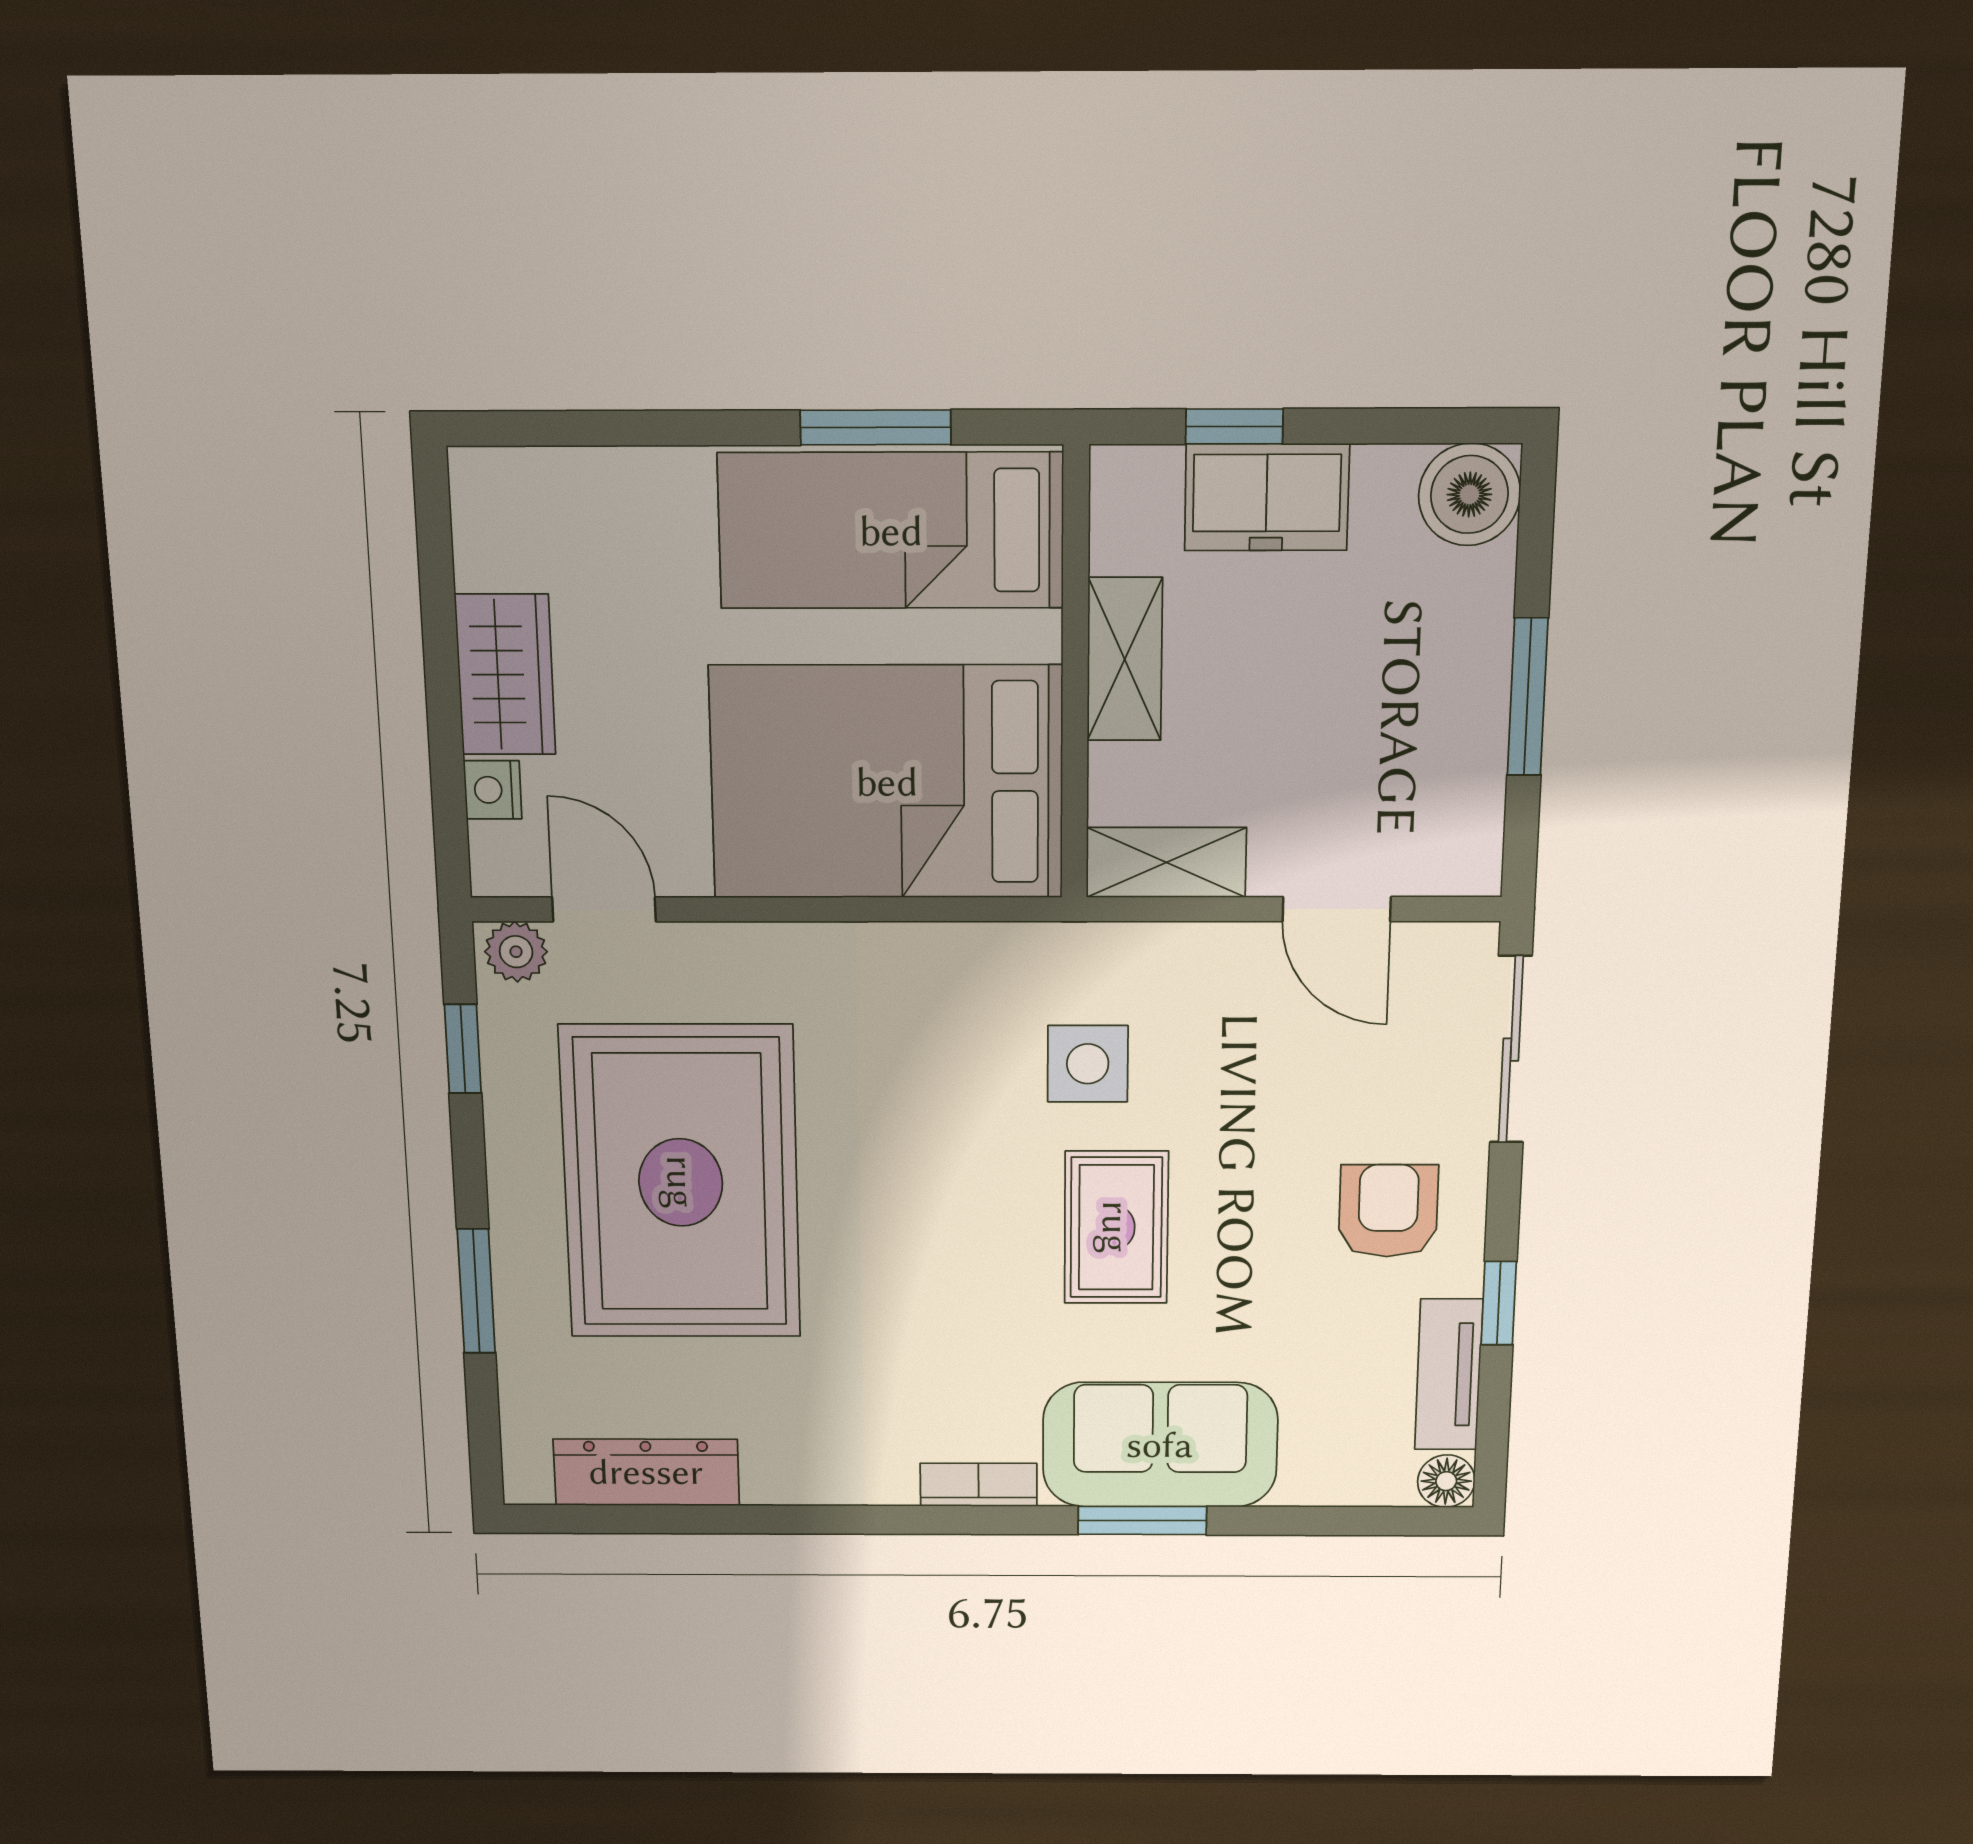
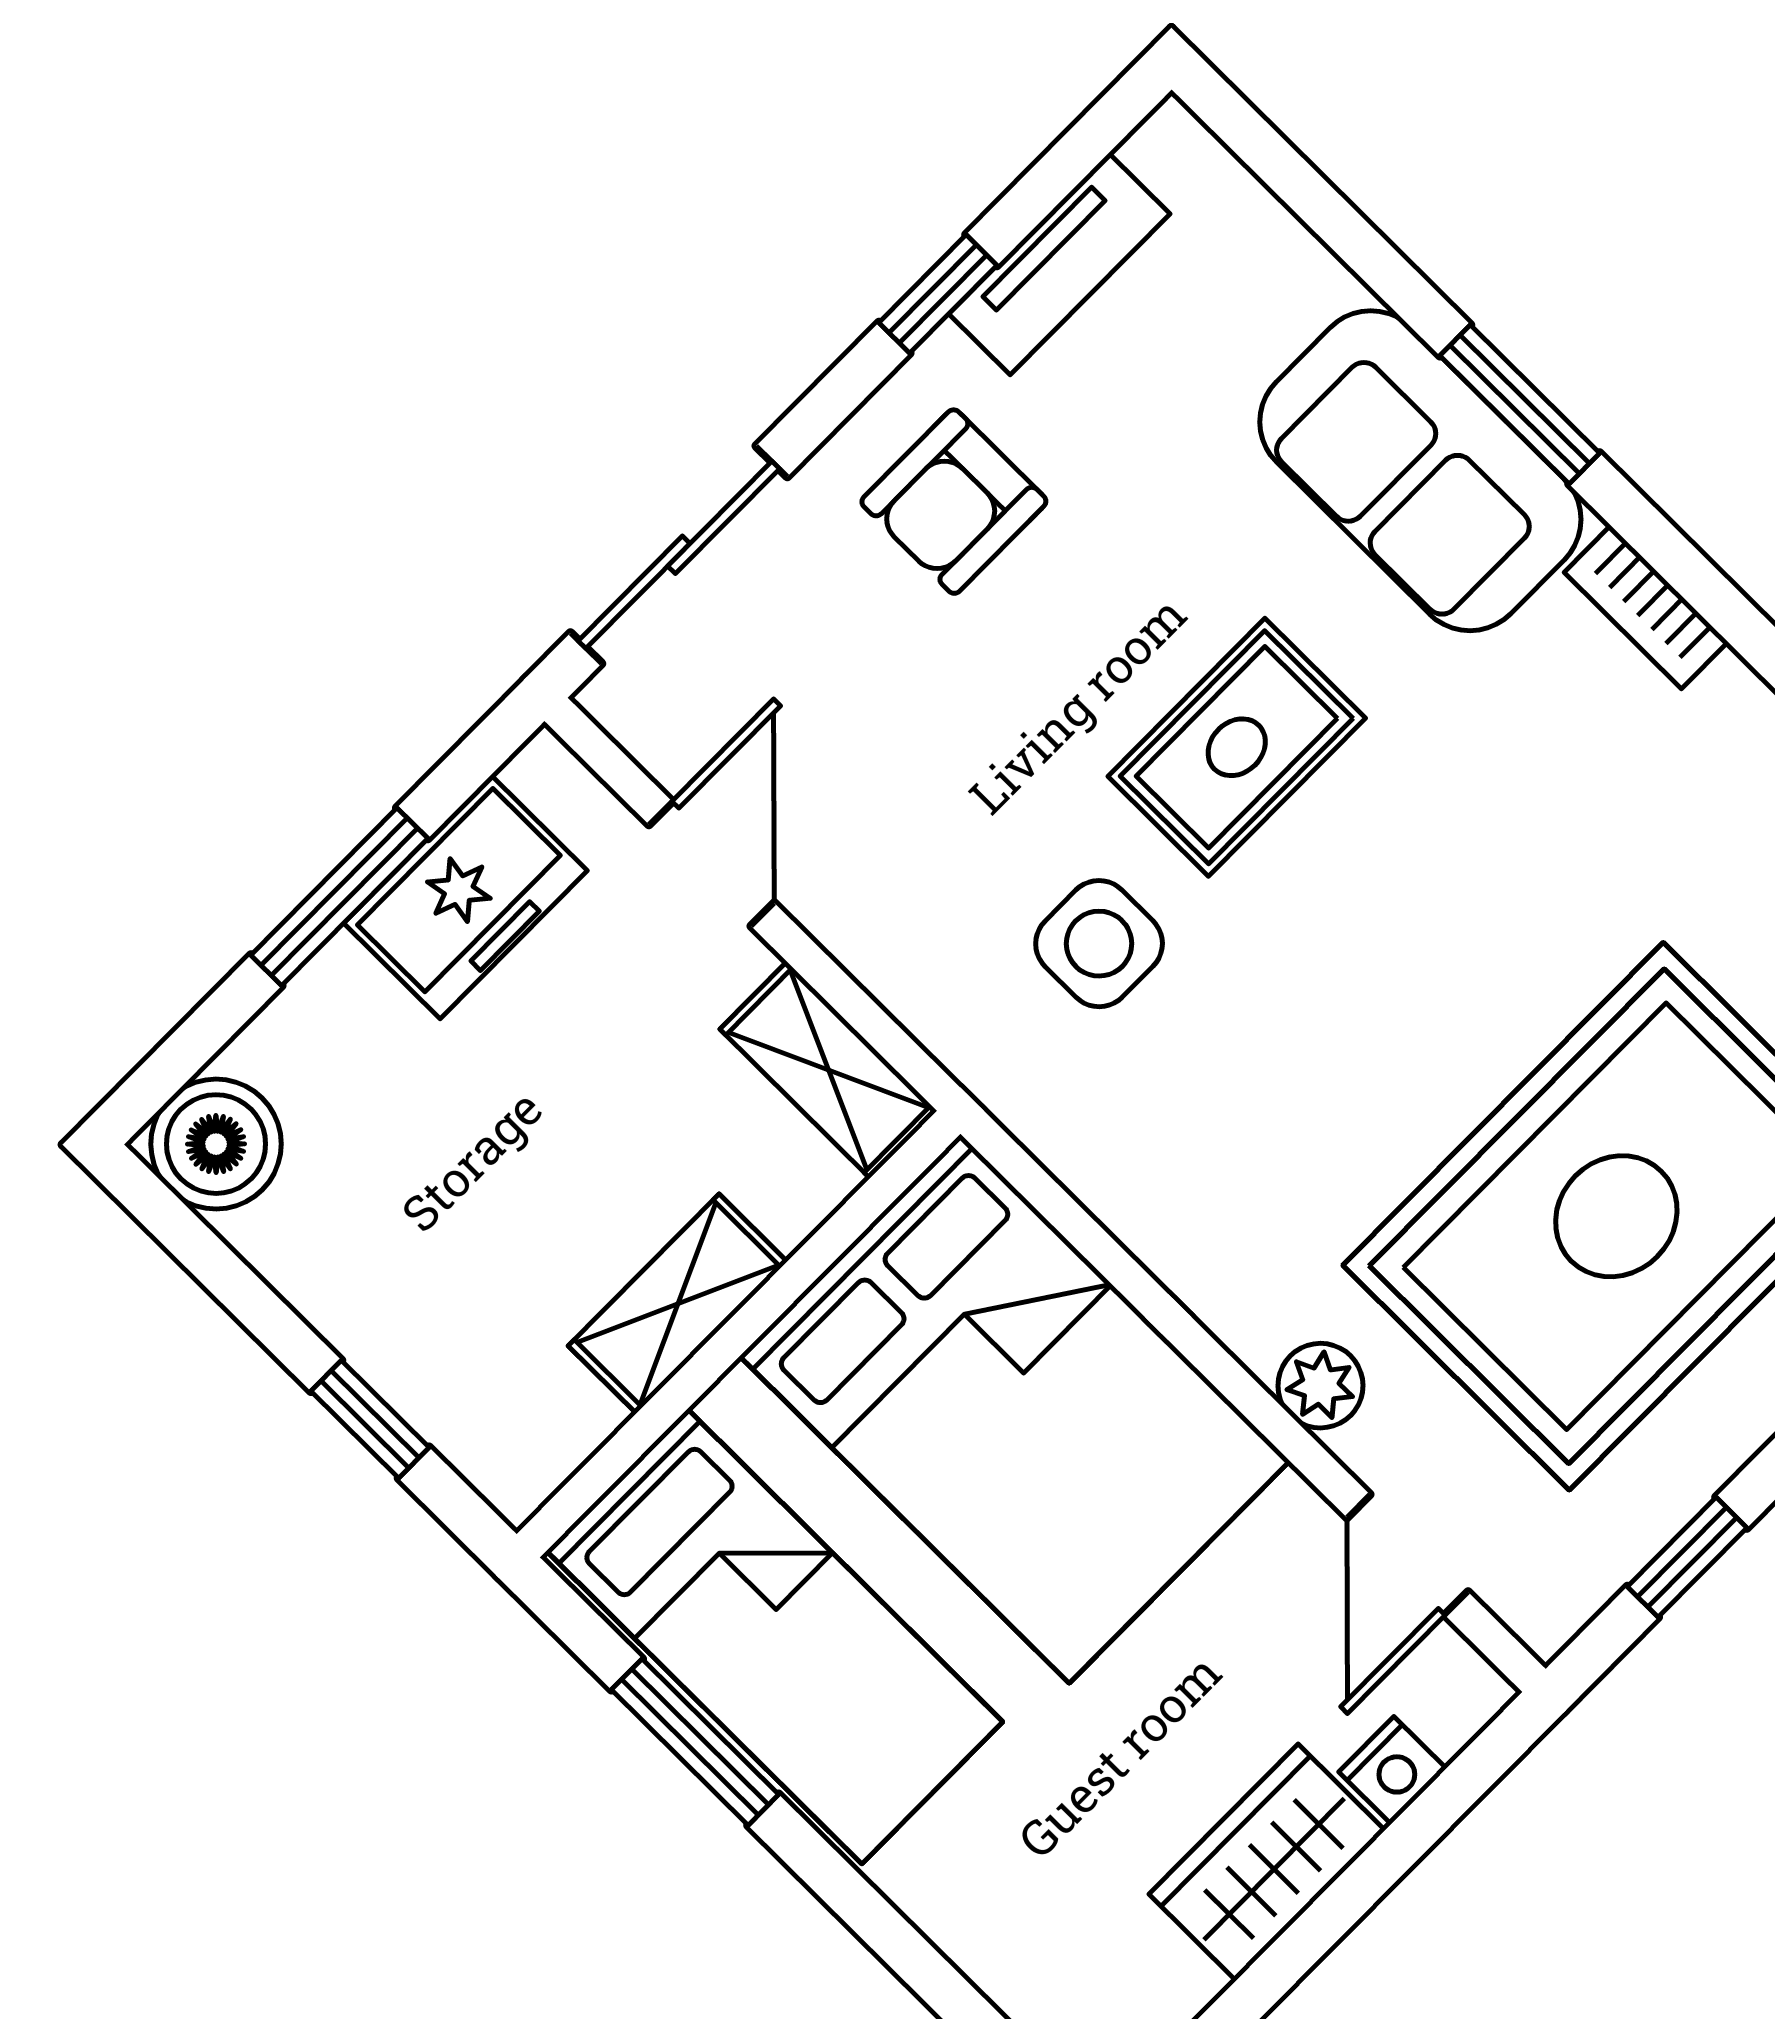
freezer: (1267, 497) -> (466, 897), moved, turned 90
plant: (516, 952) -> (1320, 1386), moved
floor lamp: (1446, 1481) -> (1172, 146), removed

